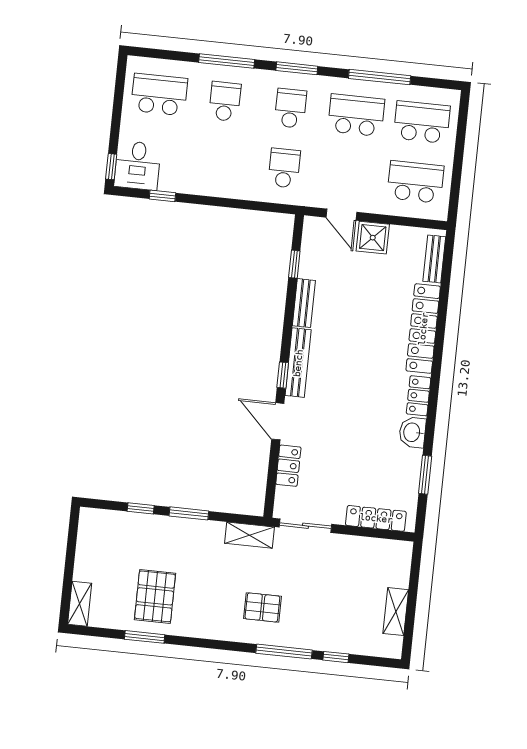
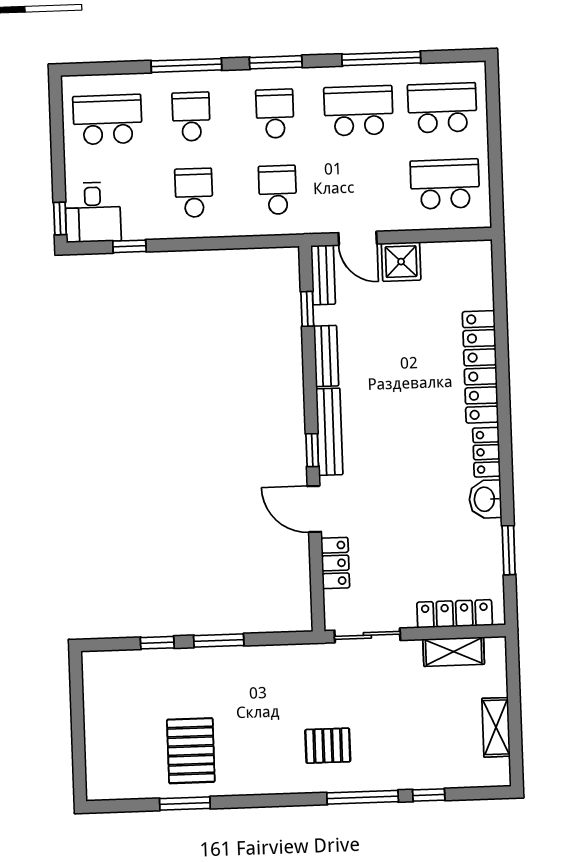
school desk: (219, 161) -> (194, 193), added
bench: (434, 259) -> (323, 275), moved
shelving: (250, 535) -> (454, 652), moved
shelving: (80, 604) -> (97, 773), removed

